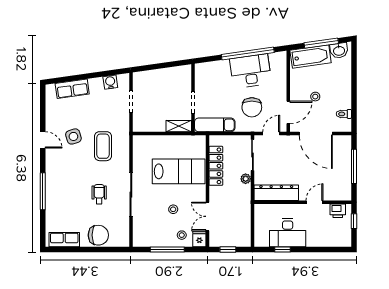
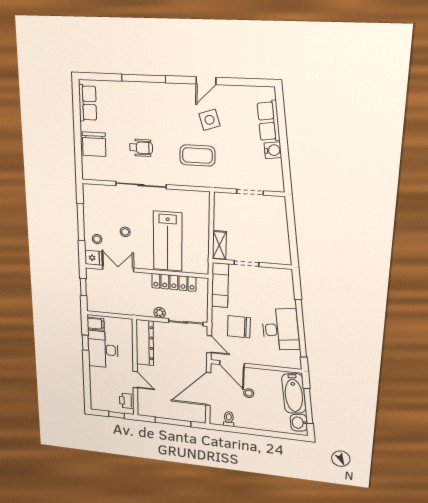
water cooler: (110, 82) -> (273, 150), moved
filing cabinet: (263, 239) -> (96, 324), added

